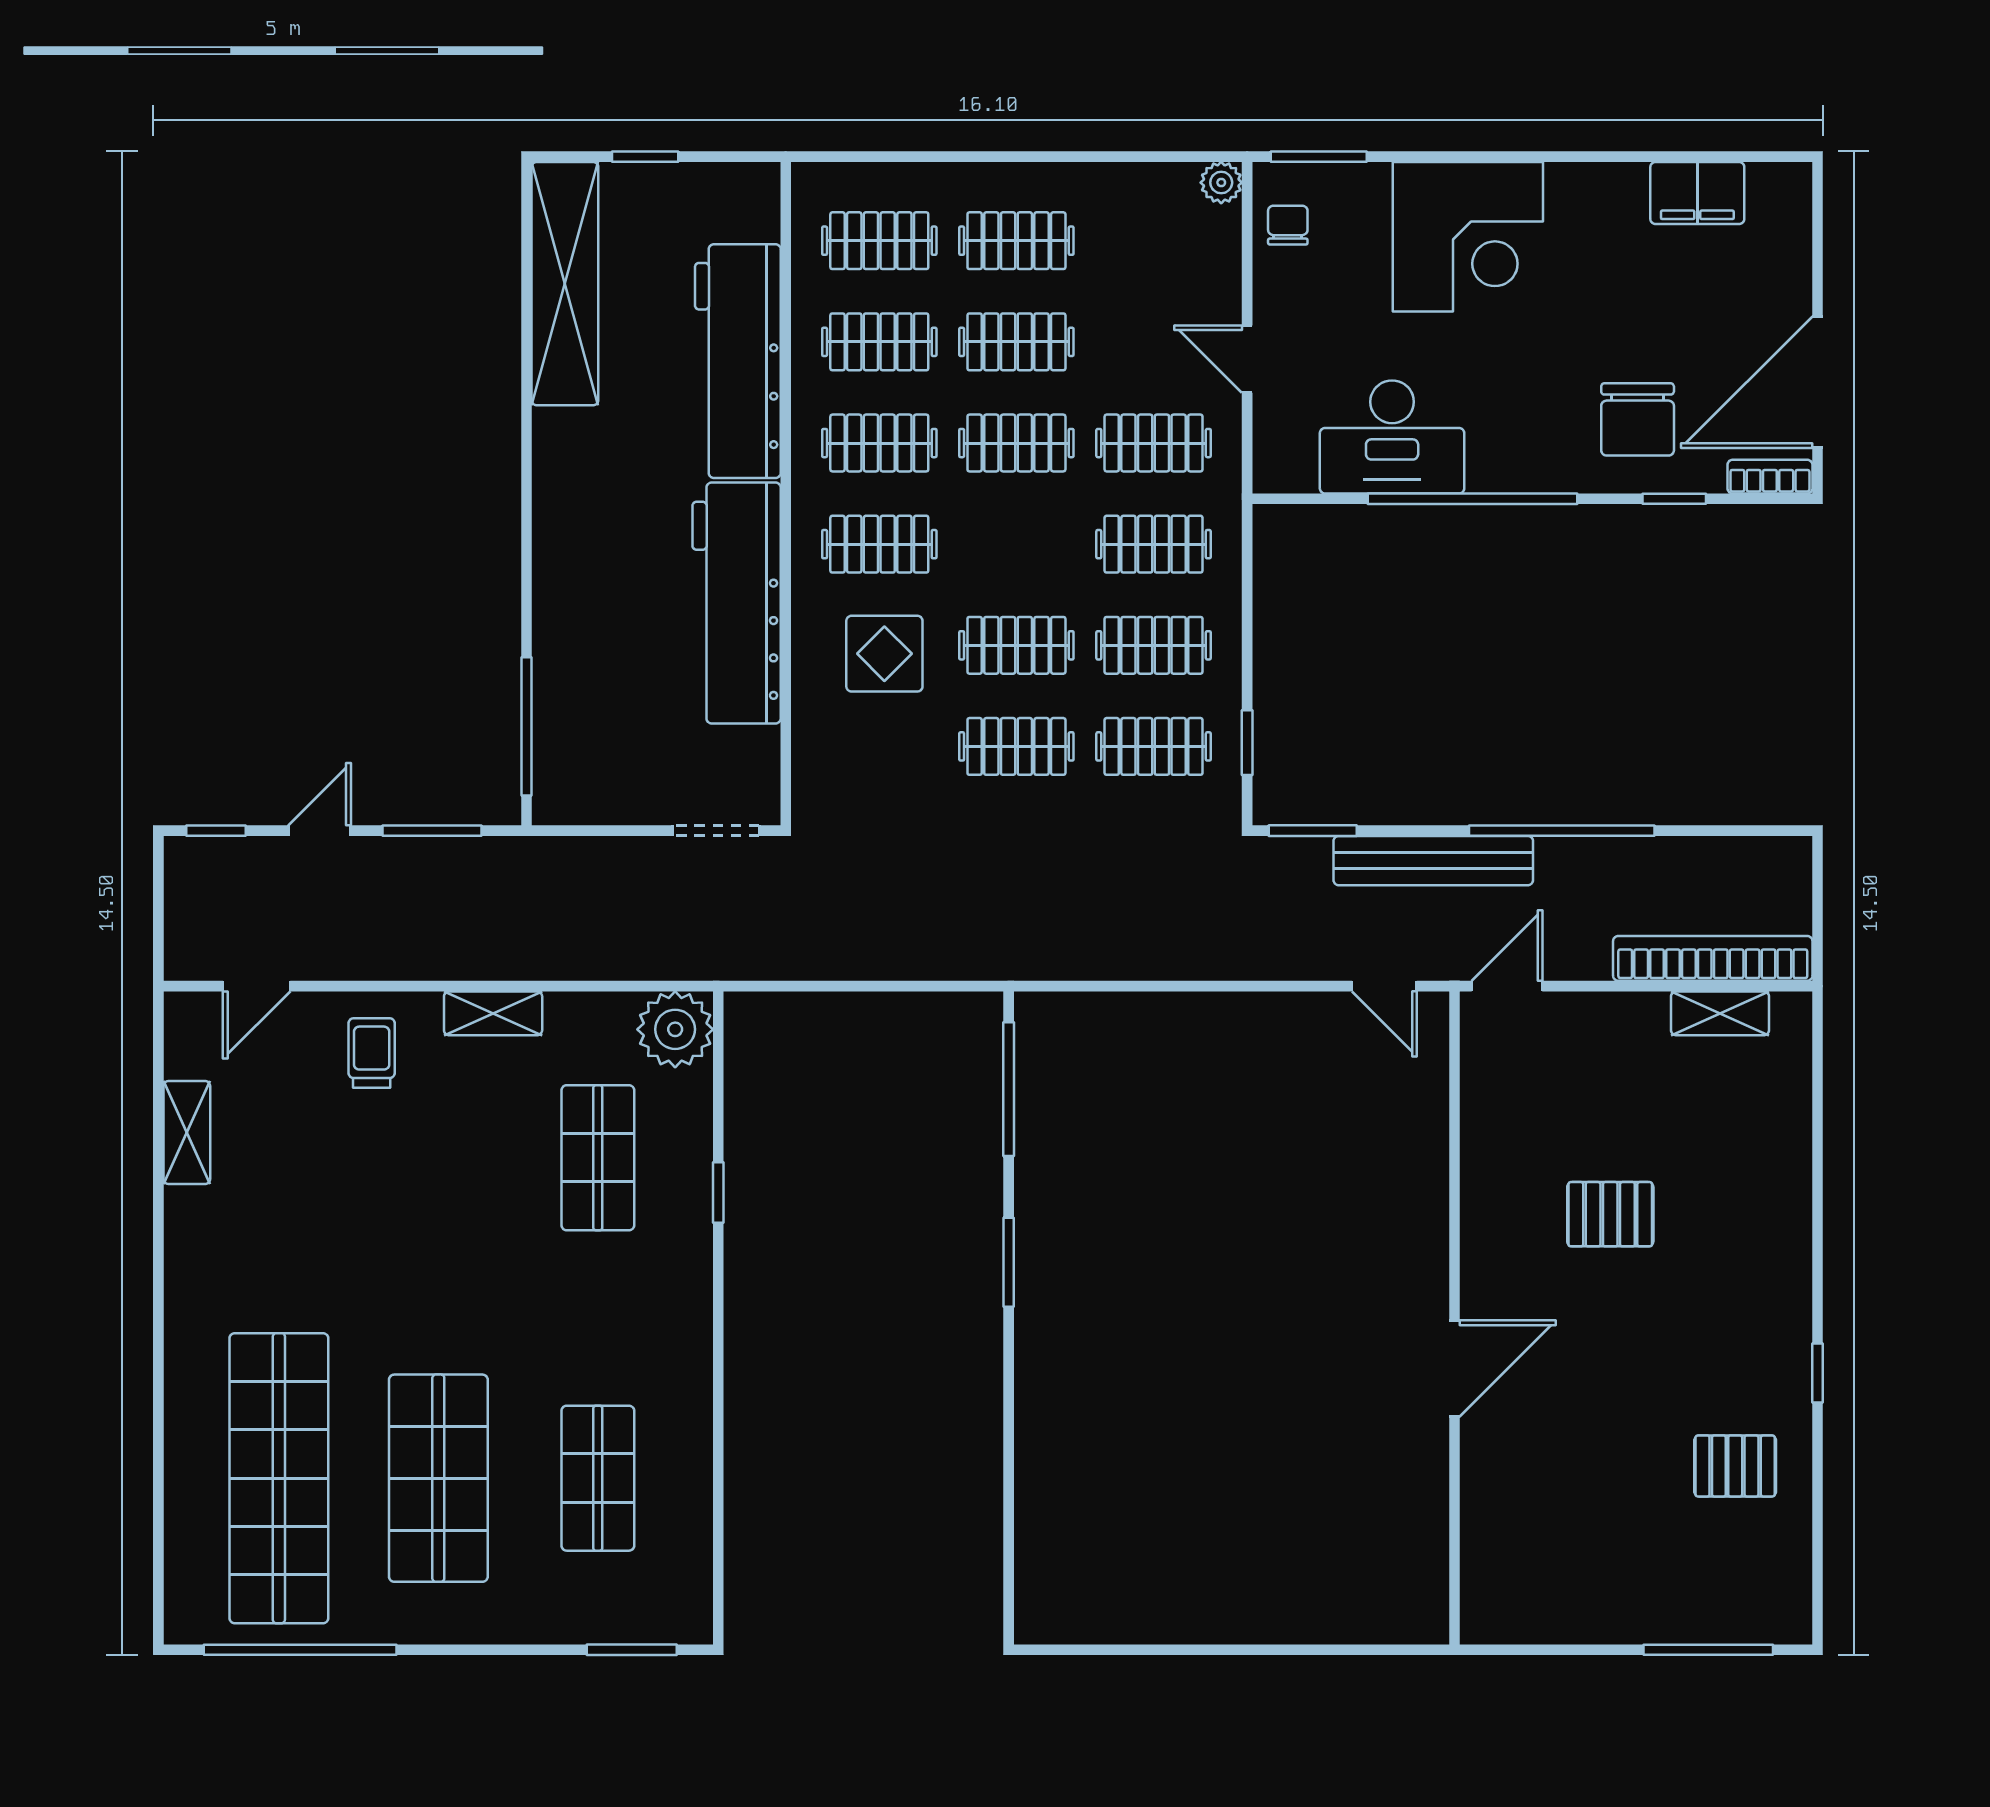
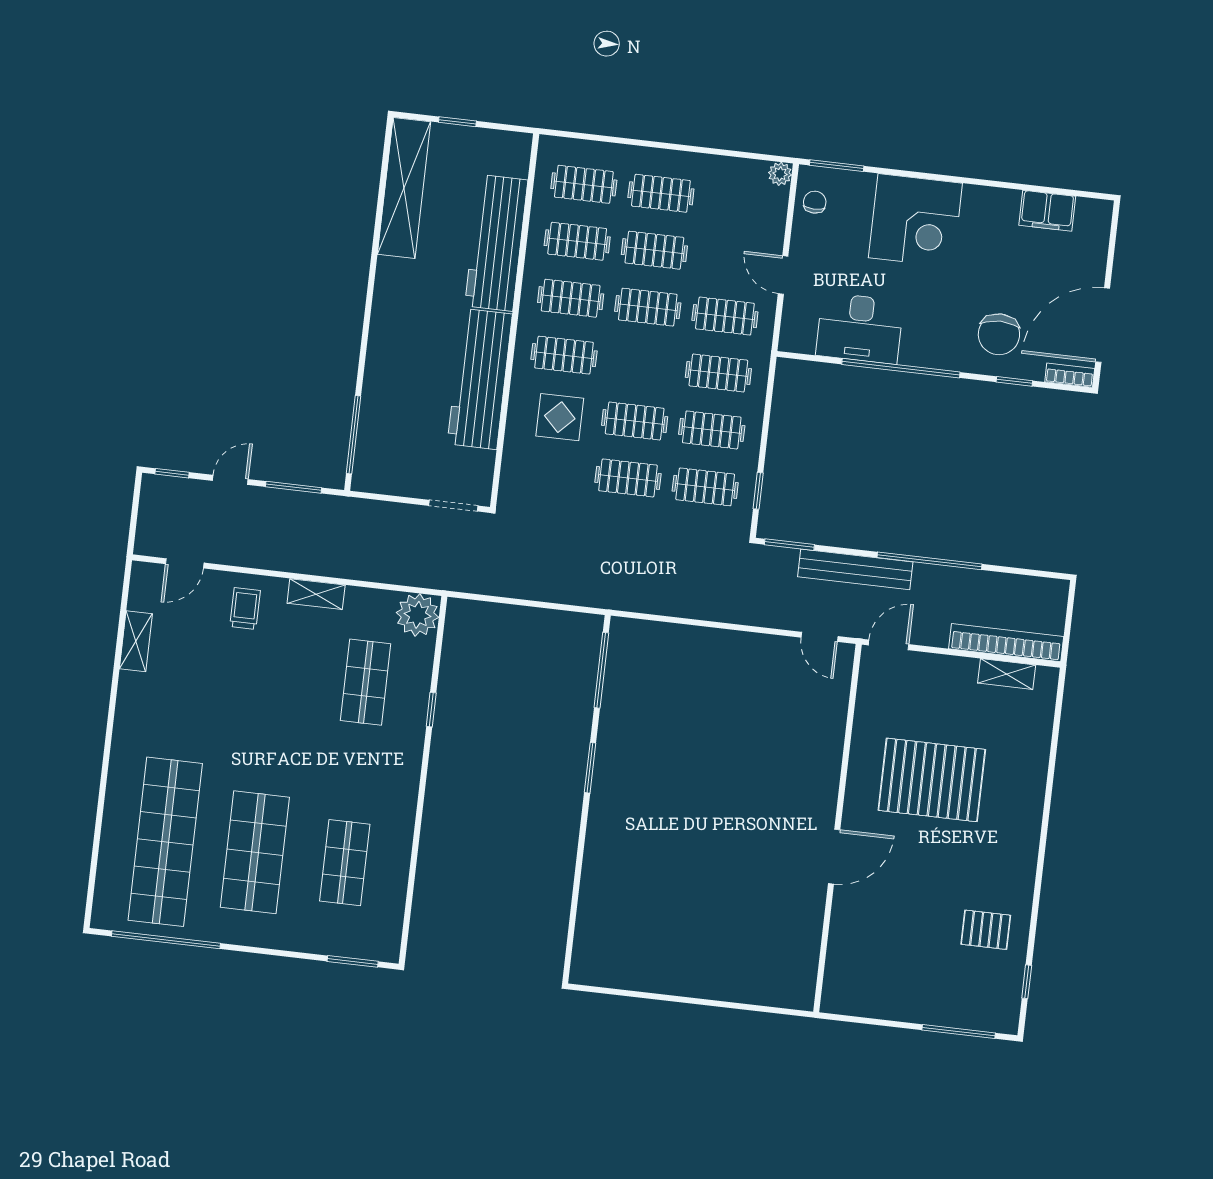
pallet: (1610, 1214) -> (932, 780), width x2.05, depth x2.00
window: (1817, 1373) -> (1027, 982), moved

